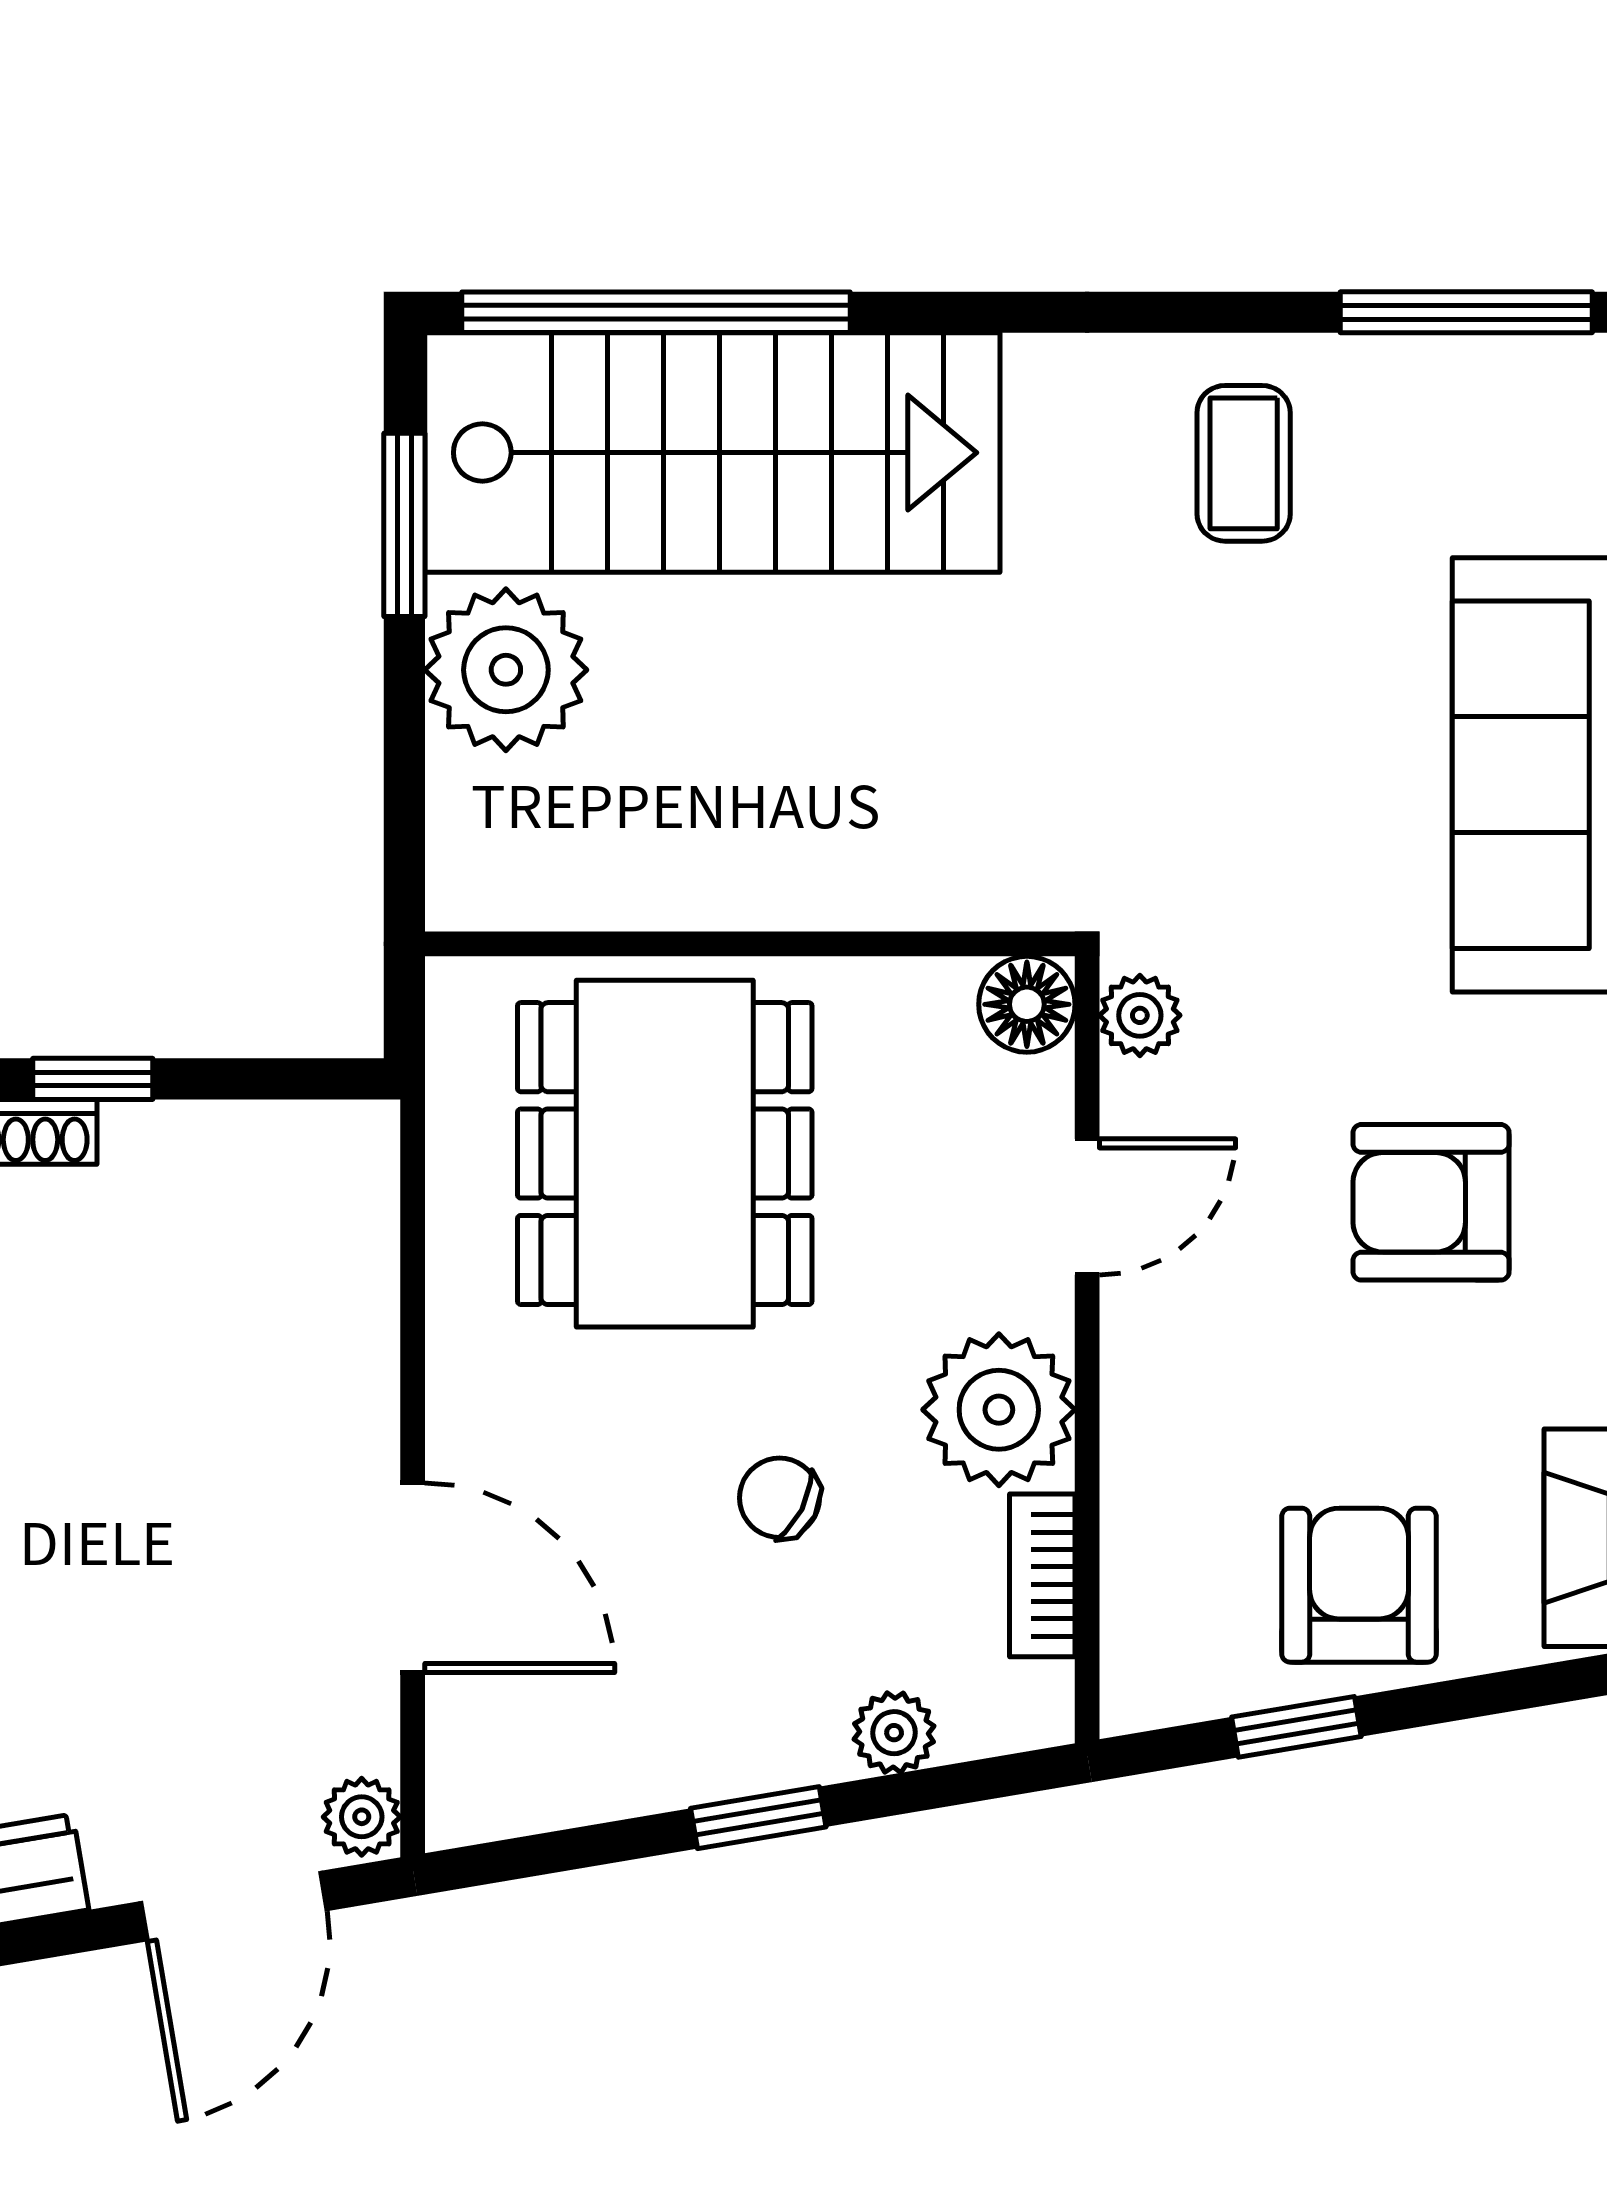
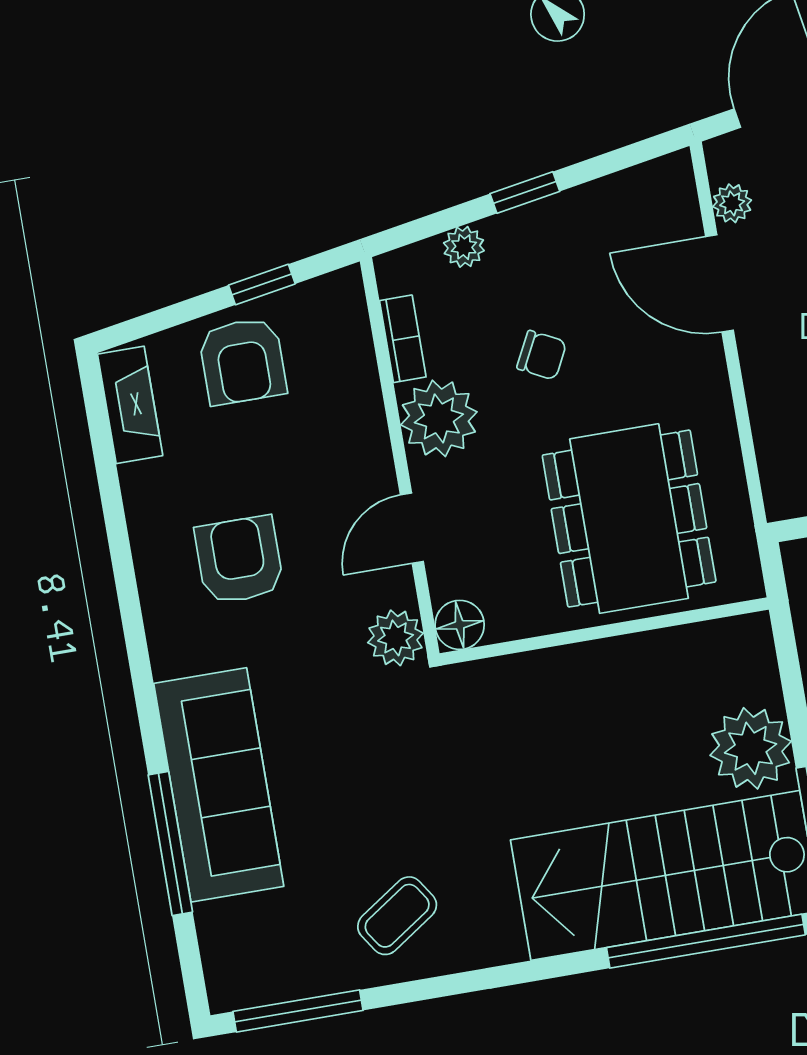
coffee table: (1244, 463) -> (397, 916), turned 56
plant: (1140, 1015) -> (396, 638), width x1.38, depth x1.38
armchair: (1431, 1202) -> (239, 560), turned -90
plant: (362, 1817) -> (732, 203), moved

